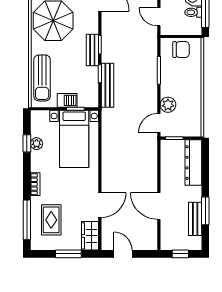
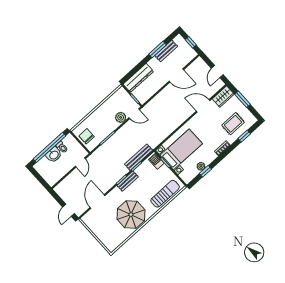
barbecue: (67, 100) -> (156, 161), moved
door: (159, 206) -> (176, 75), hinge flipped
window: (27, 220) -> (244, 136), width x0.46

